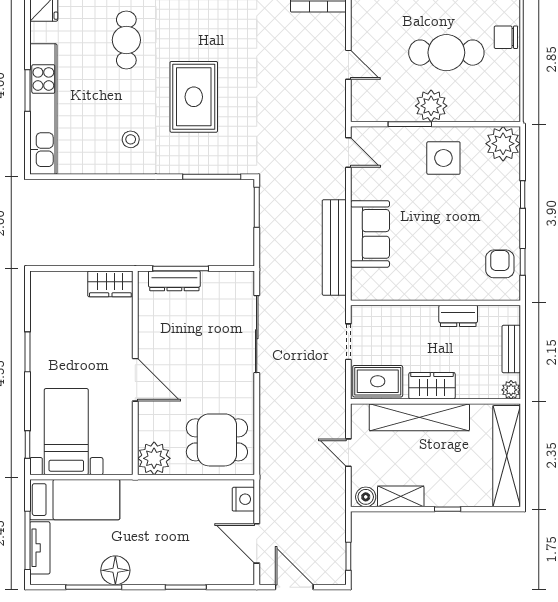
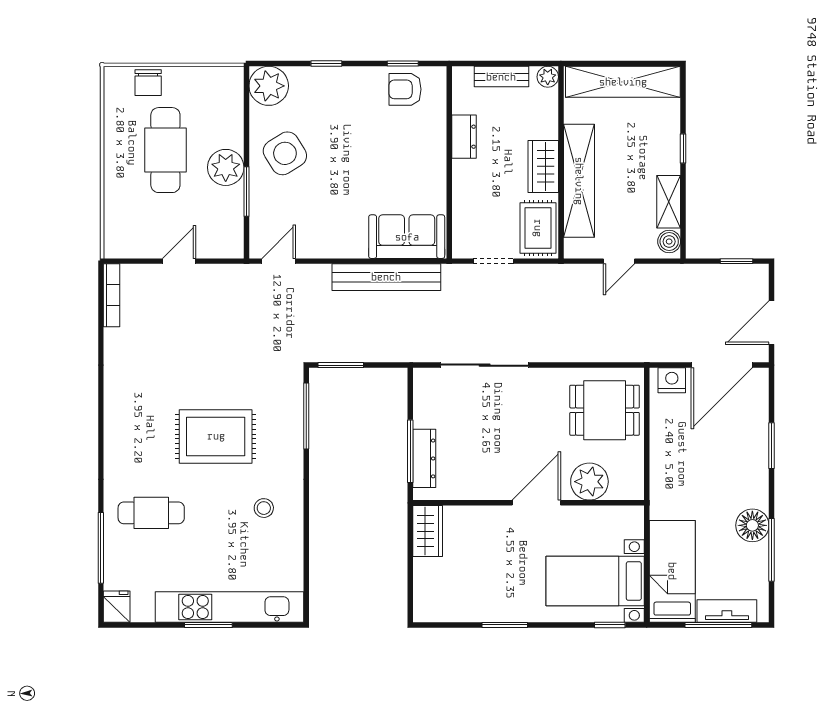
side table: (443, 158) -> (285, 153), turned -32
sofa: (370, 234) -> (407, 237), moved
dining table: (217, 440) -> (605, 410), turned 90
plant: (154, 458) -> (589, 482), moved
door: (257, 543) -> (722, 365), width x1.36

